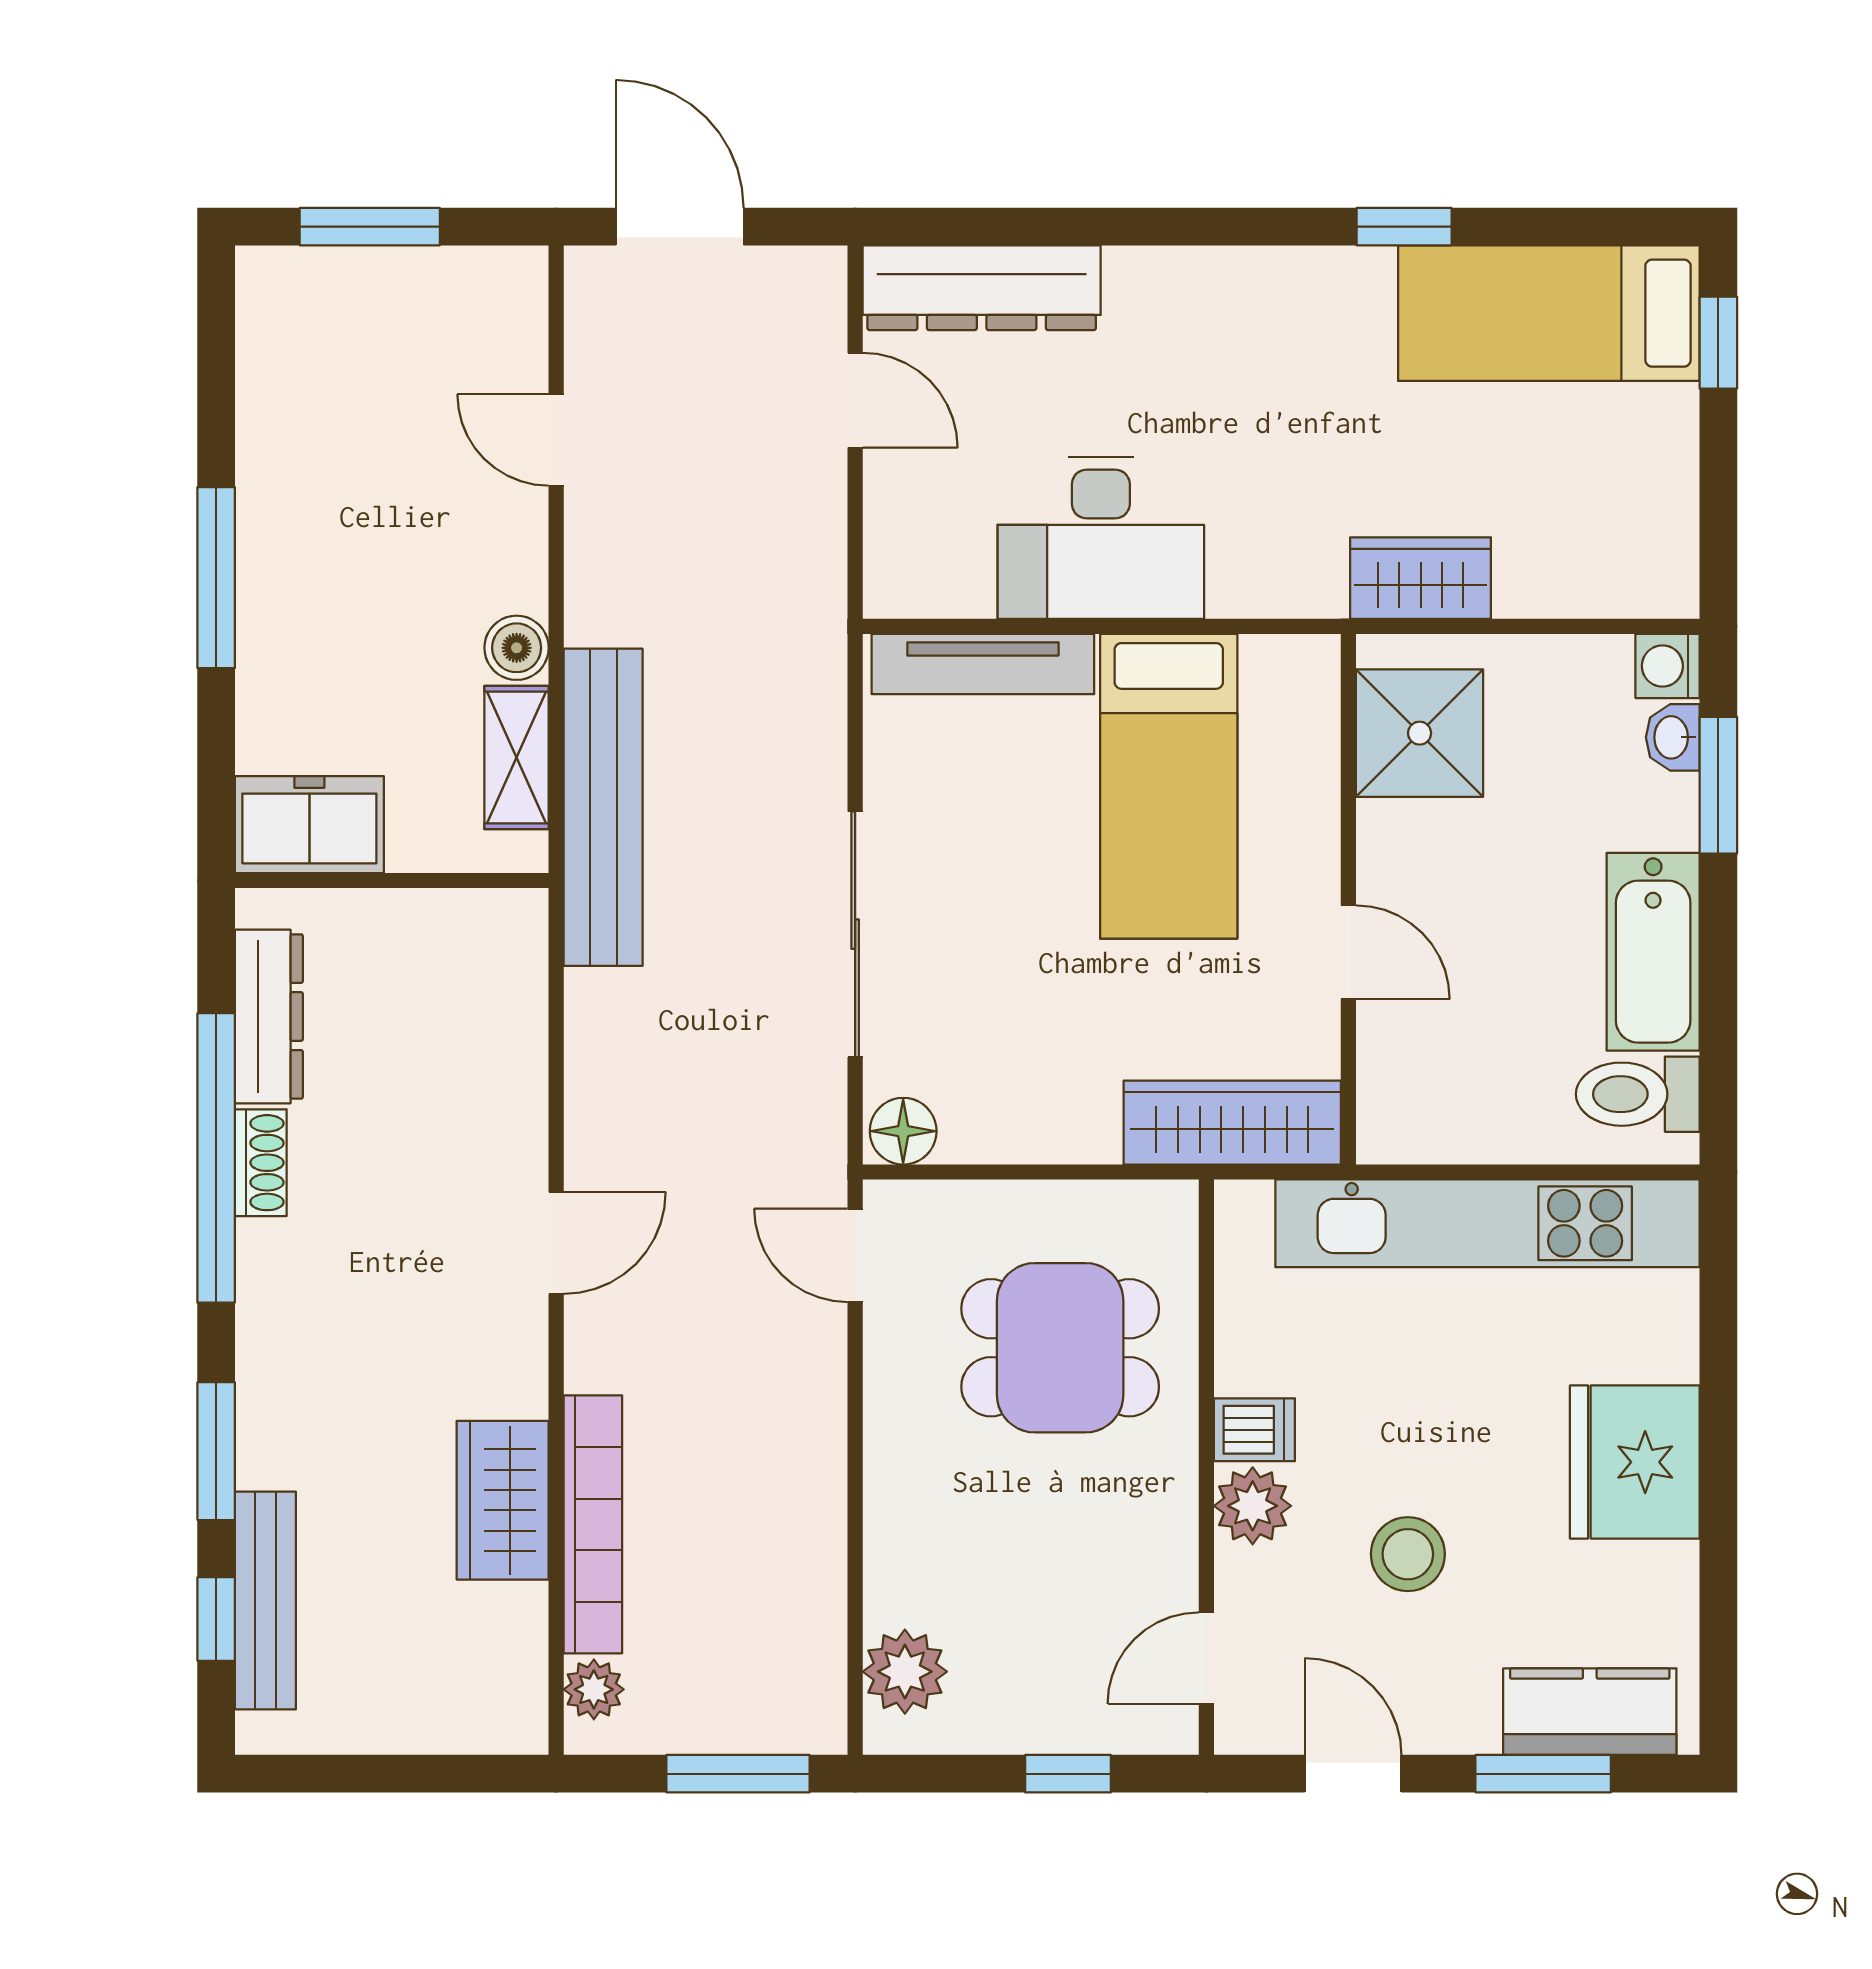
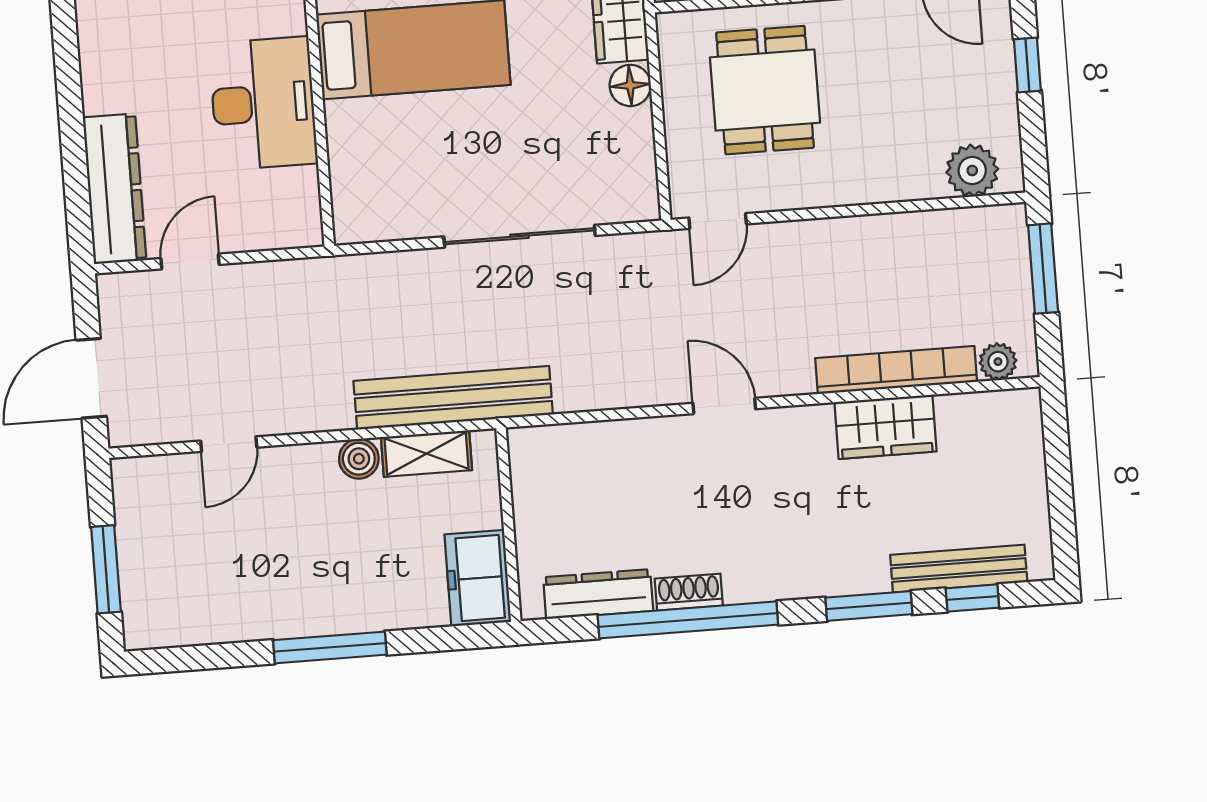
tv unit: (983, 664) -> (347, 170), removed
floor lamp: (903, 1131) -> (630, 85), moved

